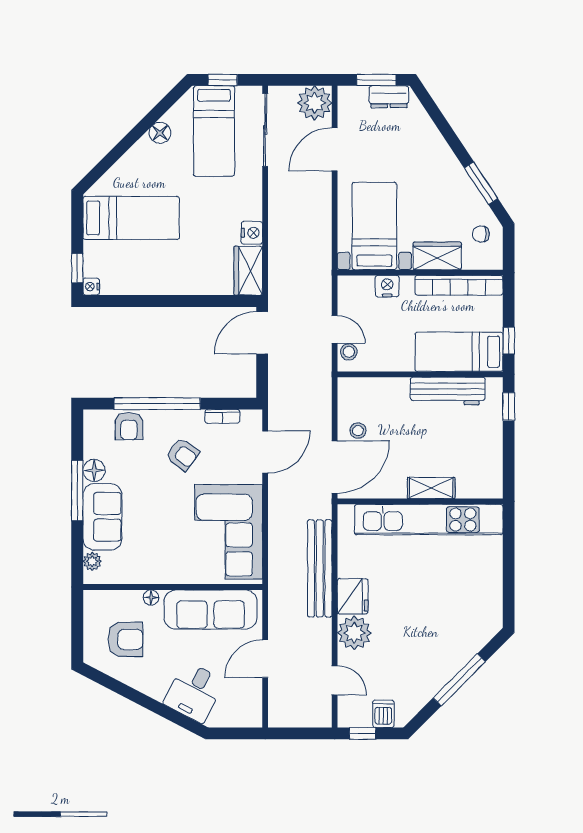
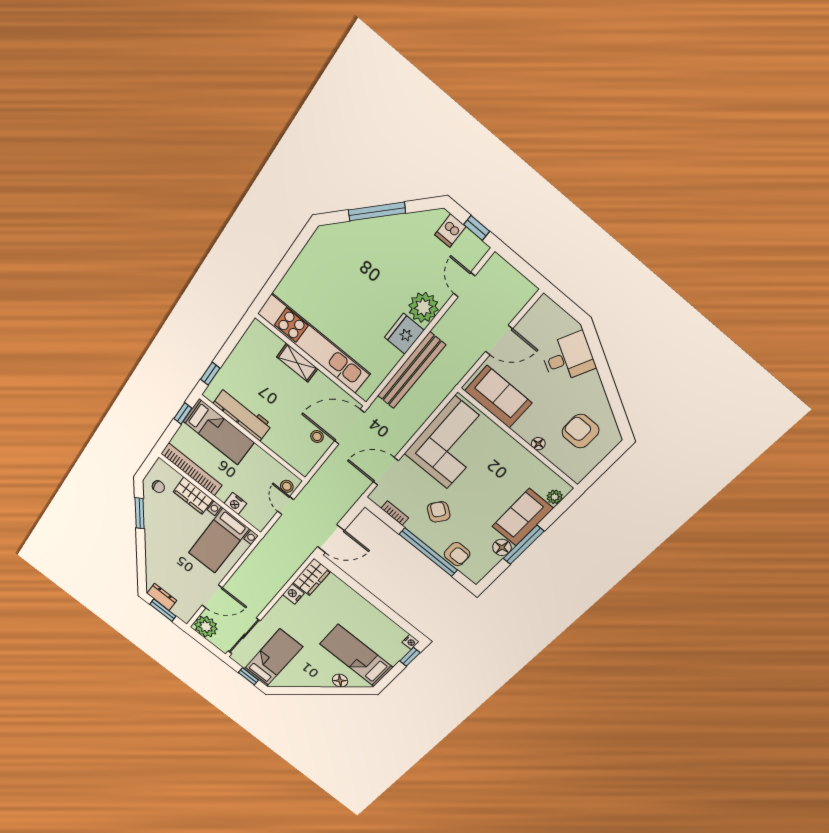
floor lamp: (160, 133) -> (340, 681), moved
armchair: (129, 426) -> (457, 554), turned 90
sofa: (211, 609) -> (498, 397), width x0.73

